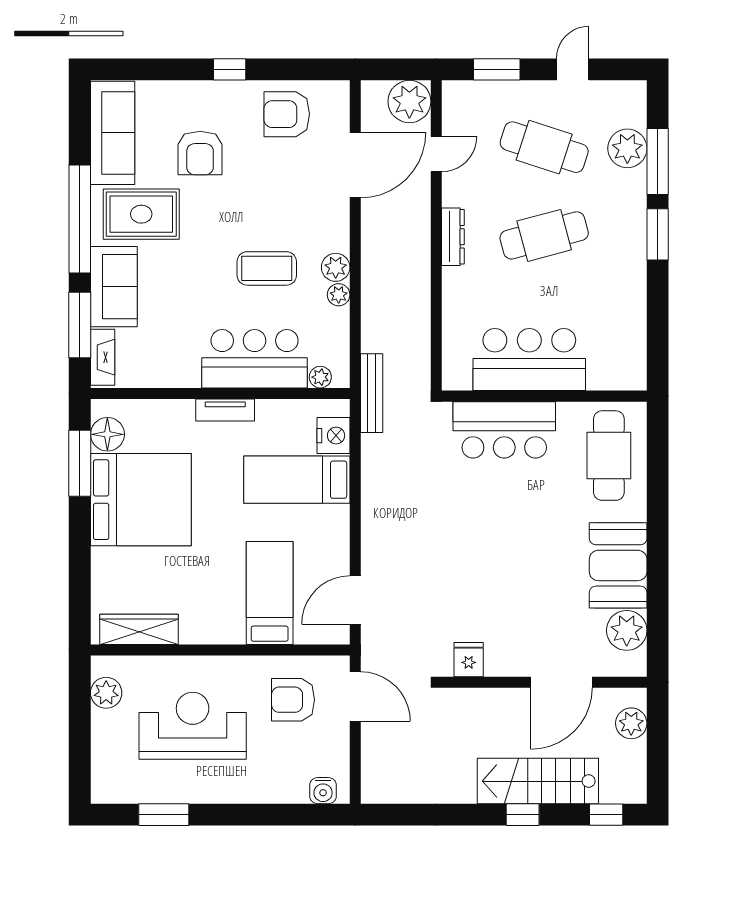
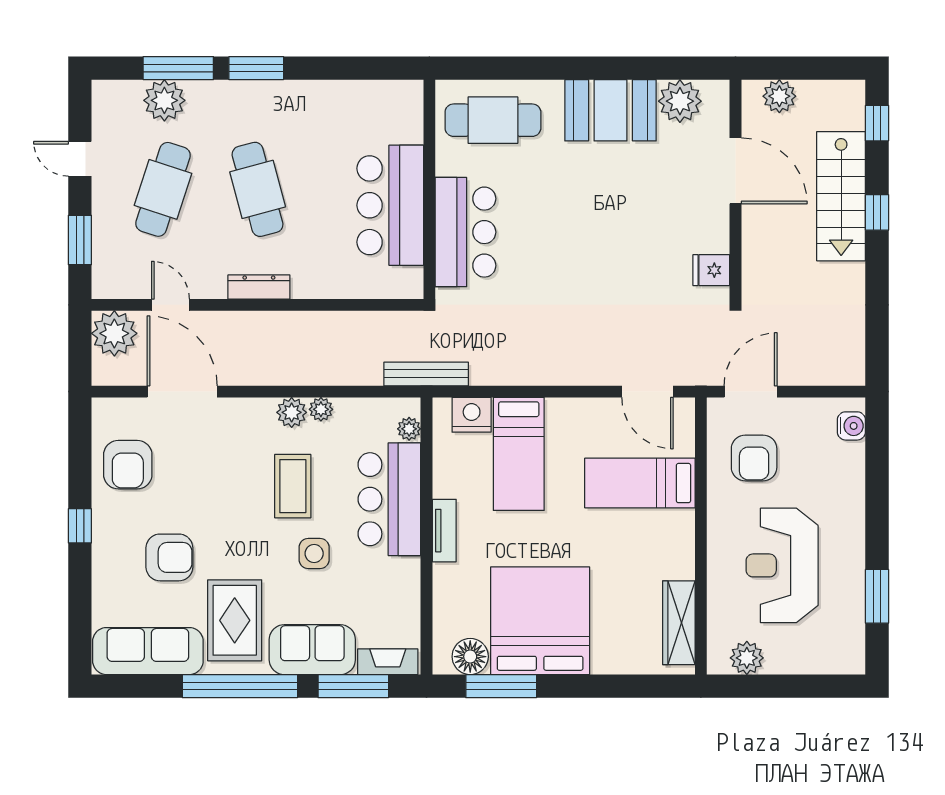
side table: (204, 288) -> (314, 554), added

